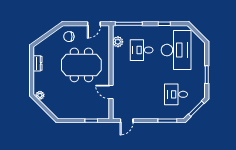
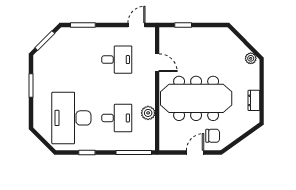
door: (94, 24) -> (195, 153), moved
plant: (118, 42) -> (148, 113), moved
meeting table: (81, 65) -> (196, 98), width x1.36
desk: (176, 94) -> (117, 60), moved

